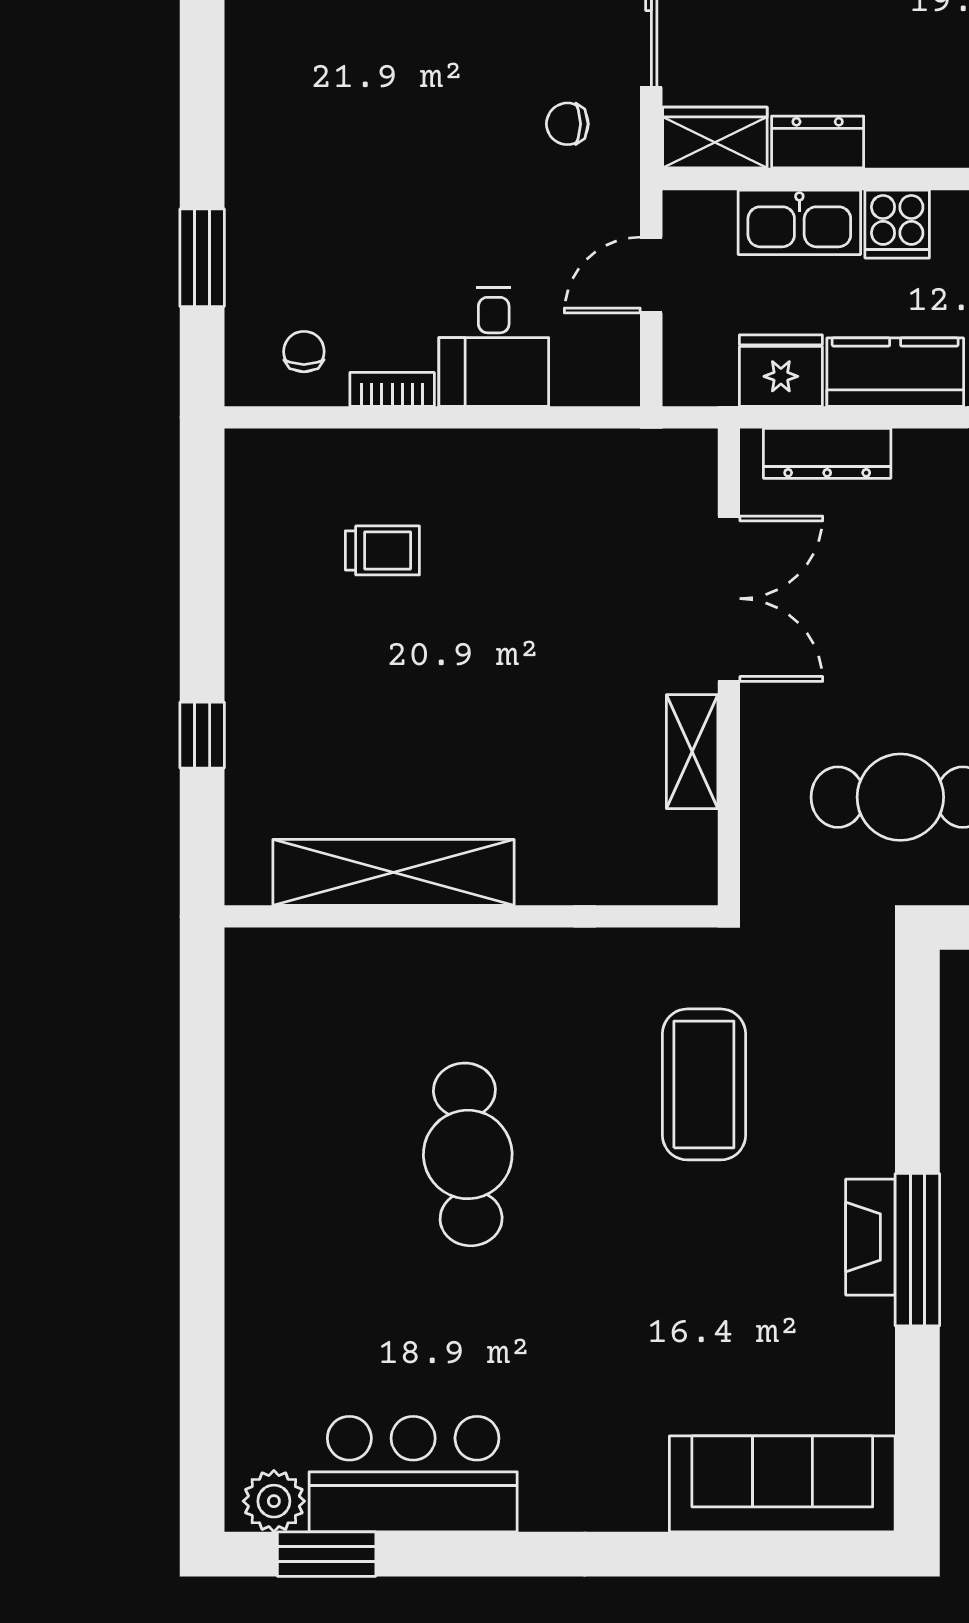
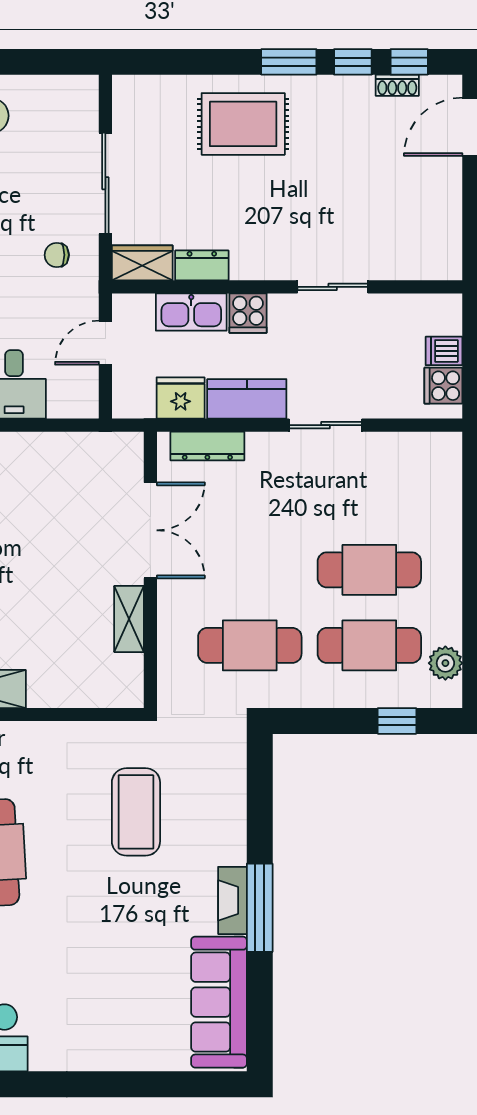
sofa: (782, 1484) -> (219, 1002), moved, turned -90

